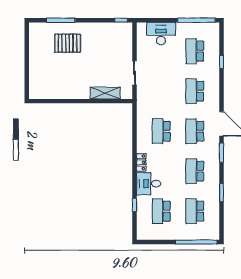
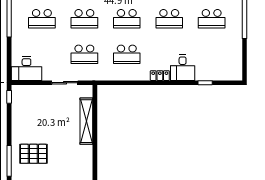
desk: (161, 34) -> (26, 69), moved, turned -90
pallet: (68, 43) -> (33, 154), turned 90
shelving: (105, 93) -> (86, 121), width x1.47
school desk: (161, 211) -> (84, 54), moved

